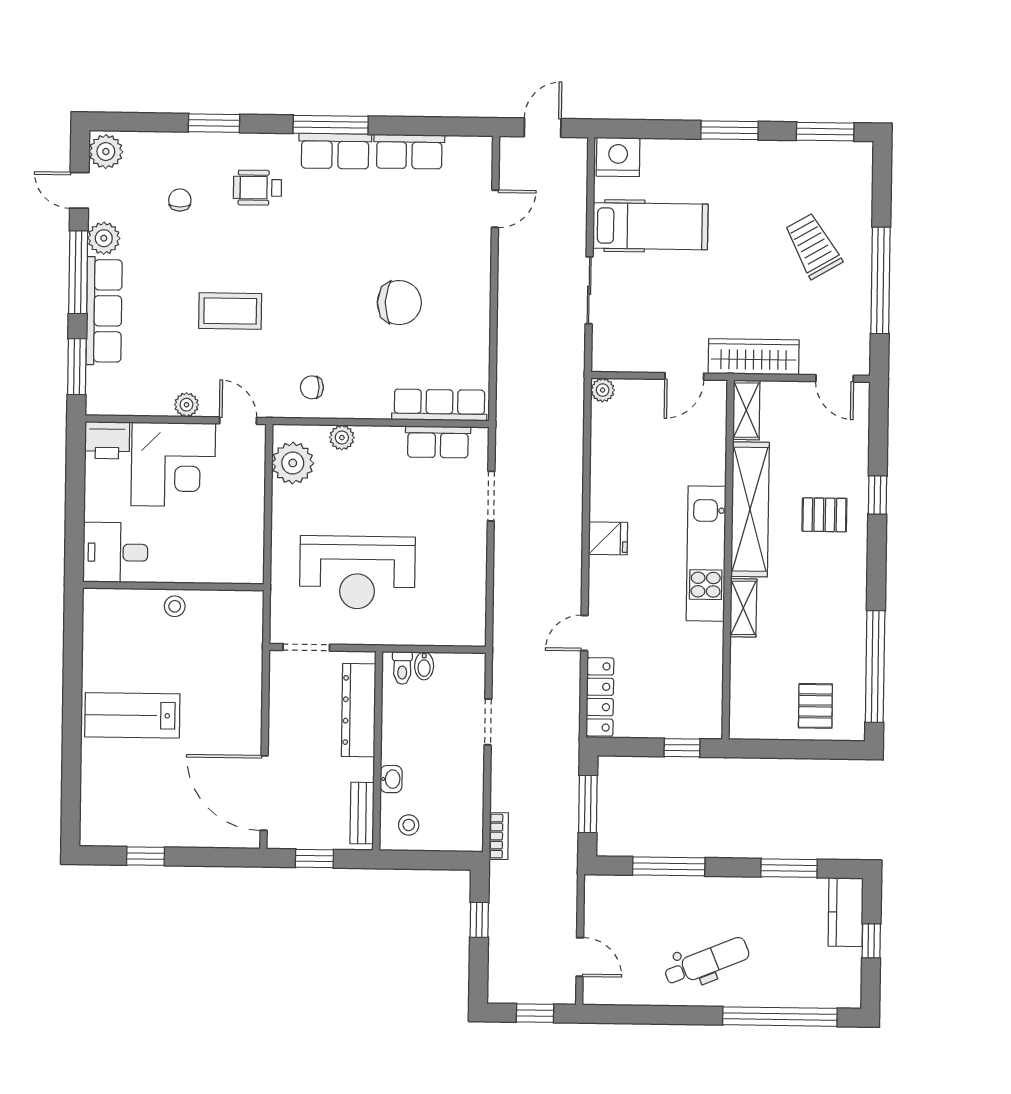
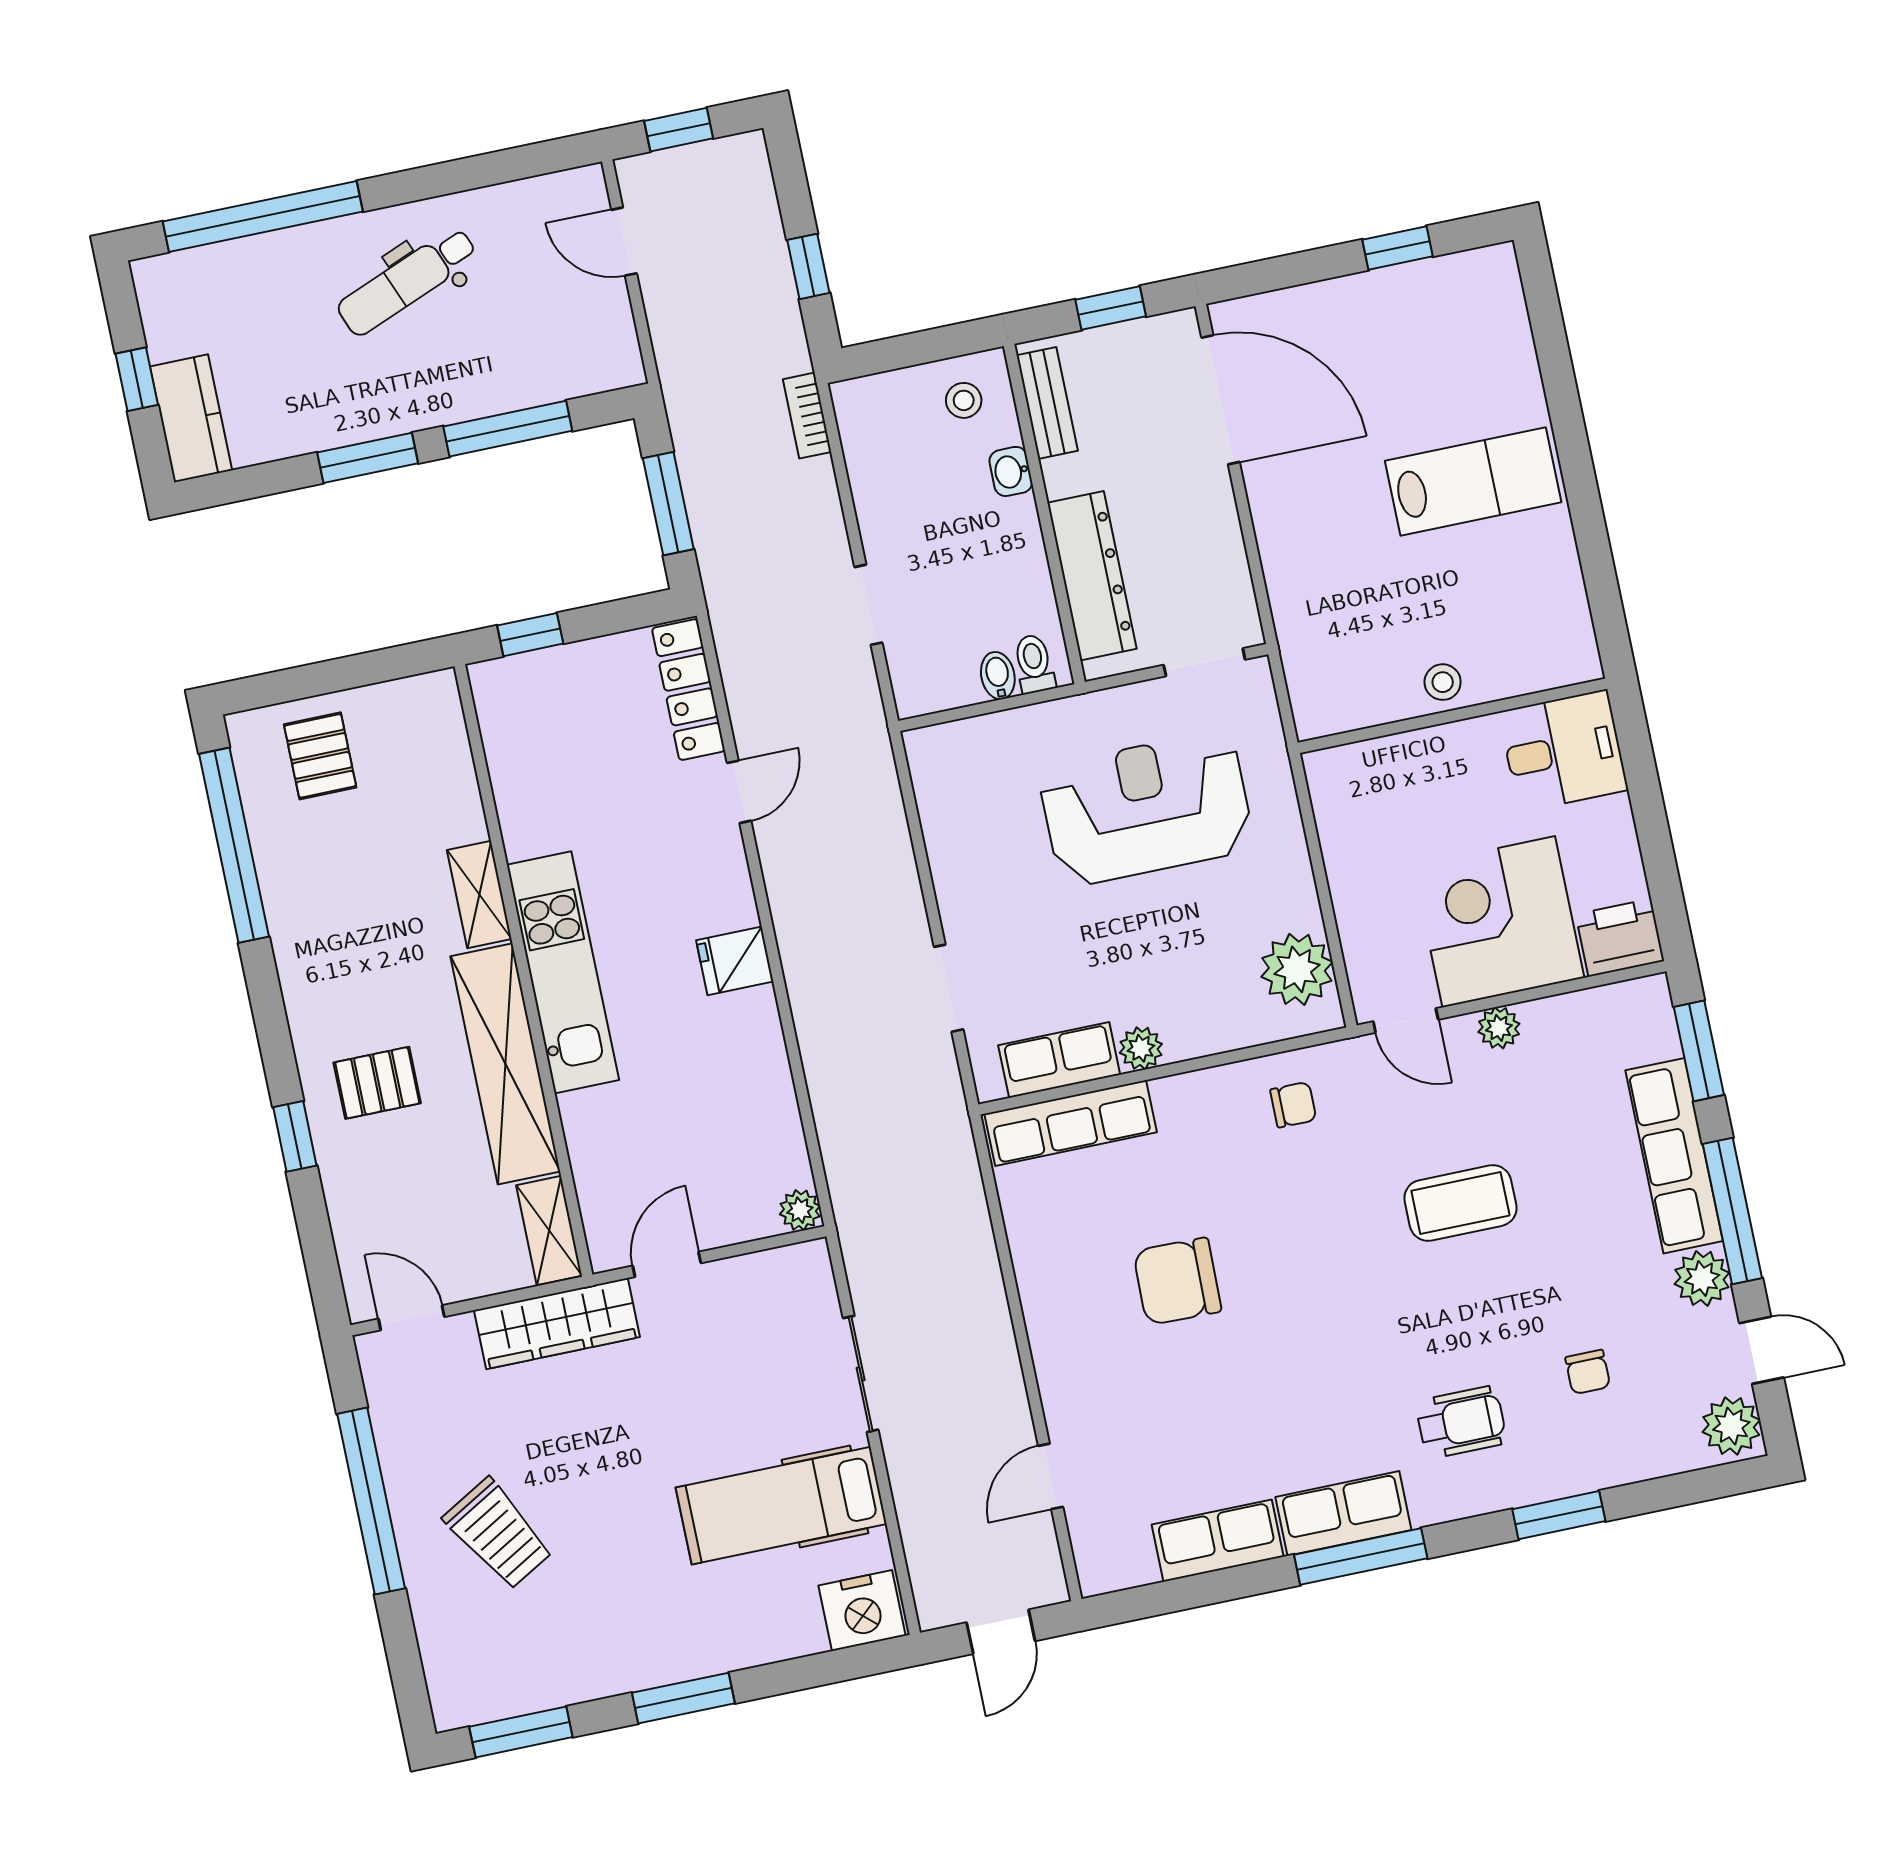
plant: (342, 438) -> (1141, 1048), moved
window: (789, 868) -> (368, 458), moved

